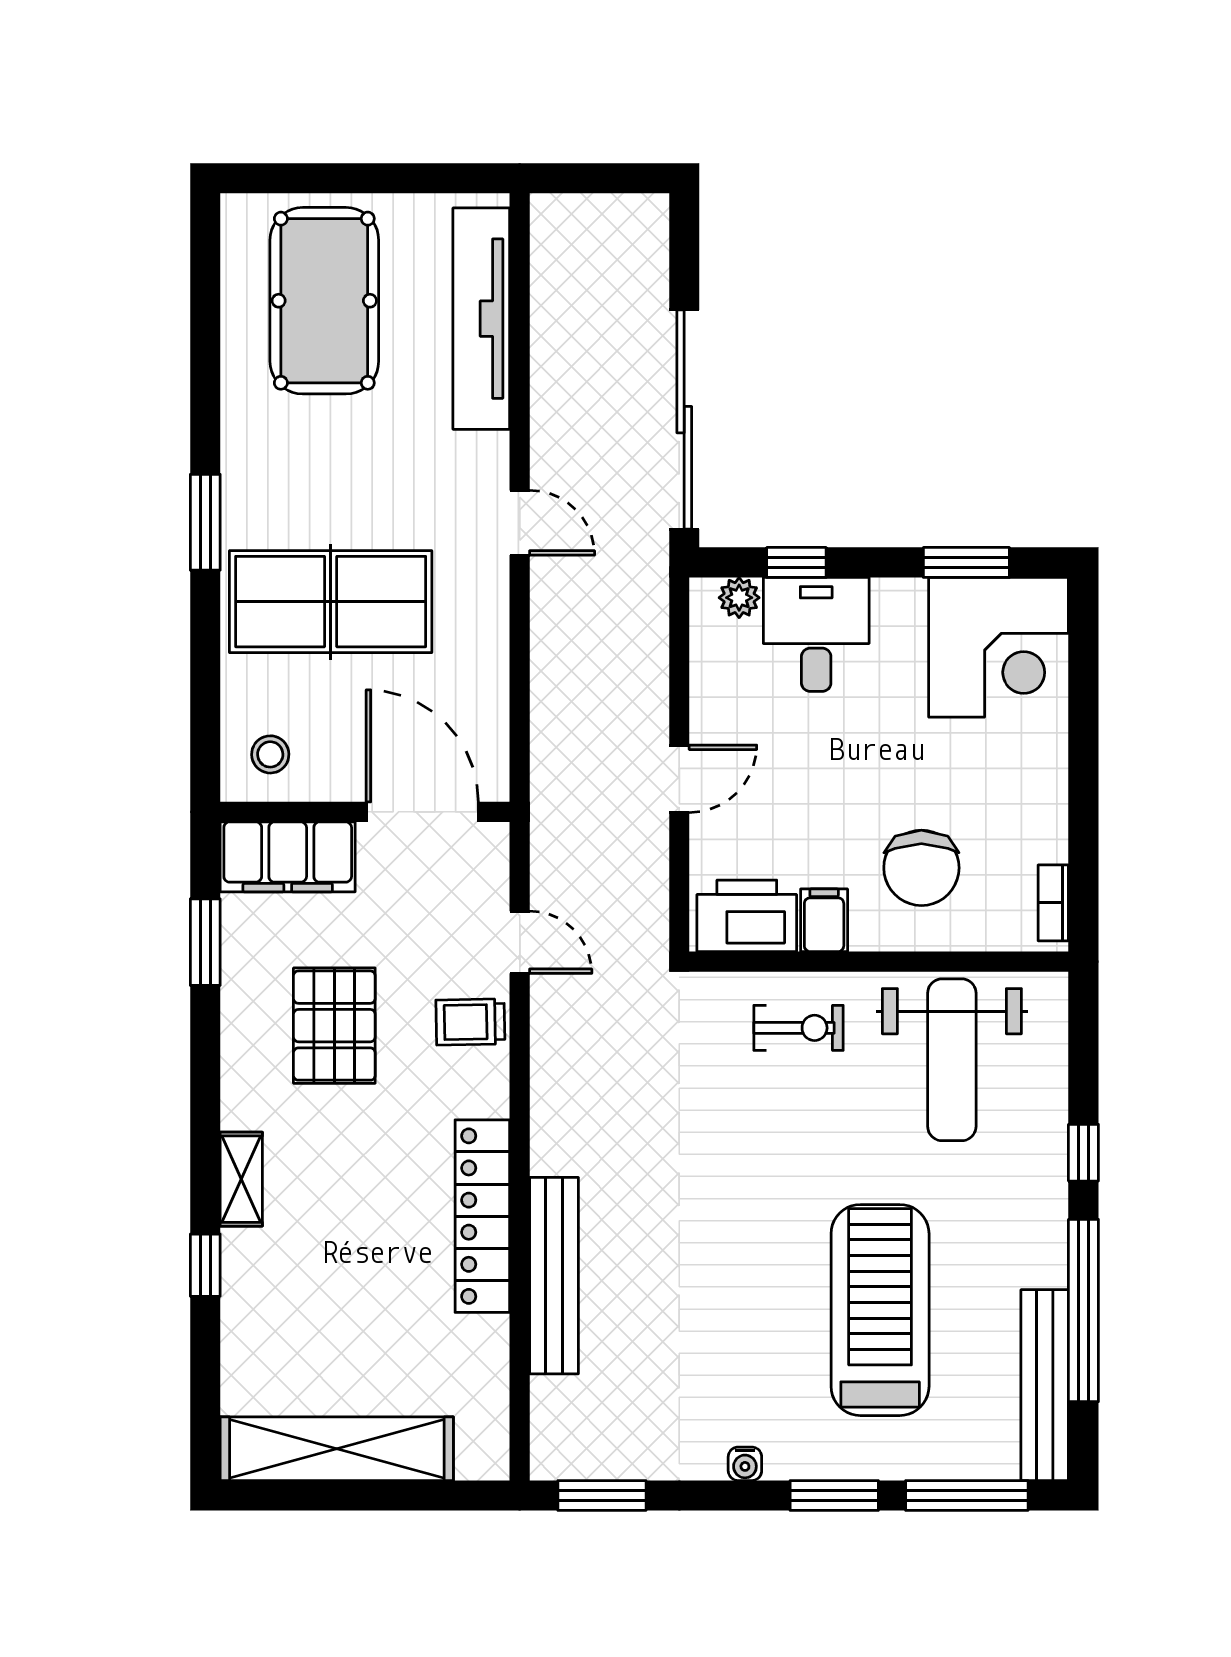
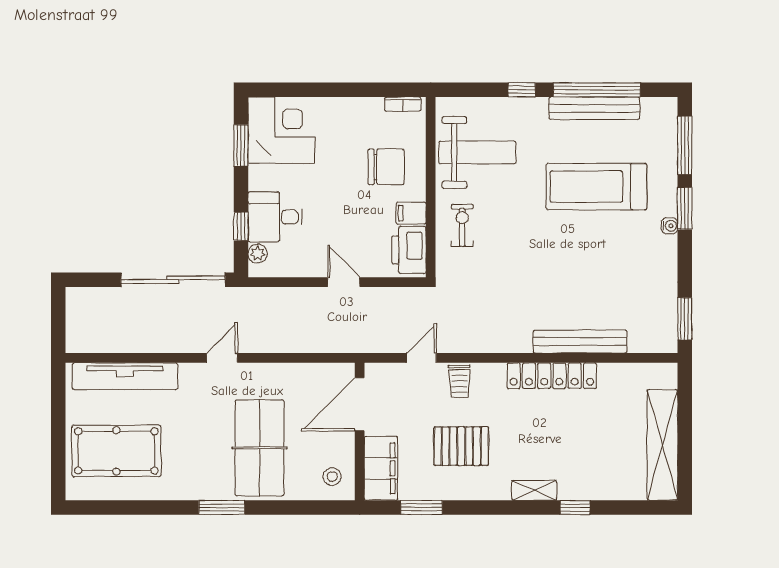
bench: (1045, 1385) -> (594, 108), moved
water cooler: (745, 1464) -> (670, 226), moved

